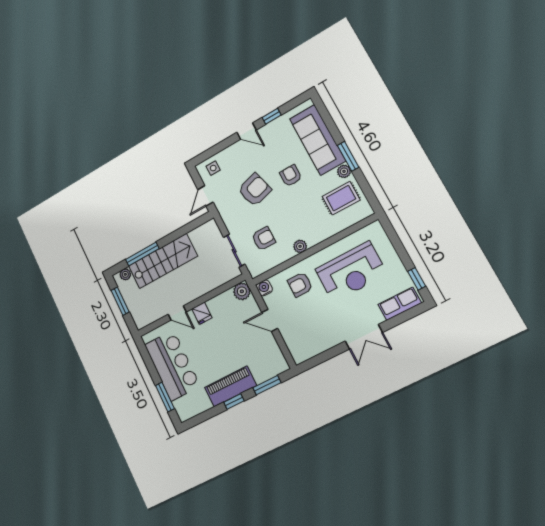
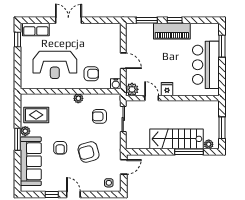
reception desk: (351, 272) -> (55, 65), turned 180
door: (177, 313) -> (152, 98), moved

